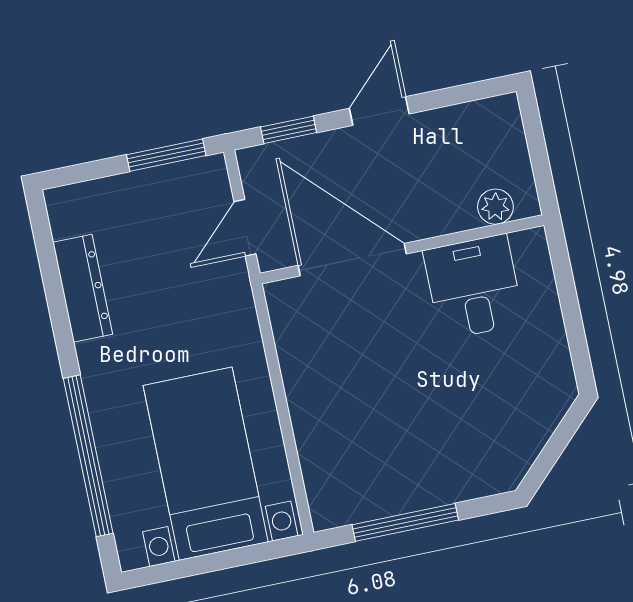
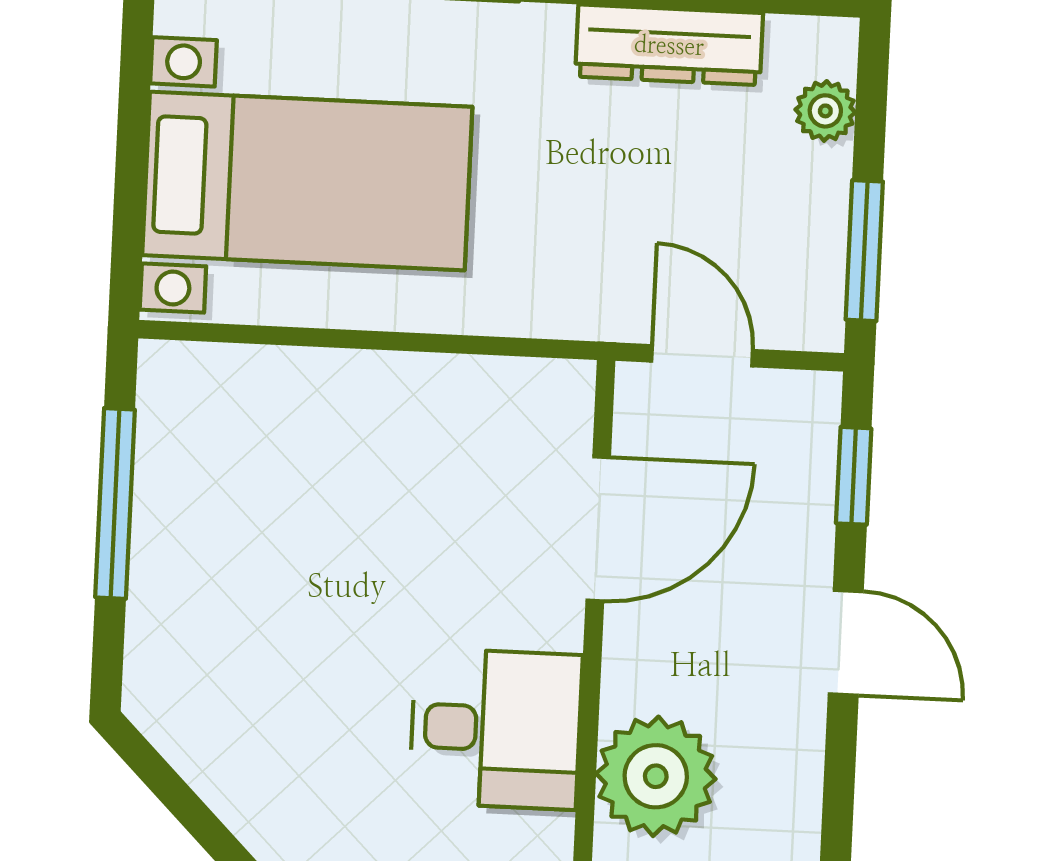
plant: (97, 195) -> (825, 111), added
plant: (495, 207) -> (656, 776), width x1.87, depth x1.87
door: (352, 260) -> (598, 529), width x0.73

